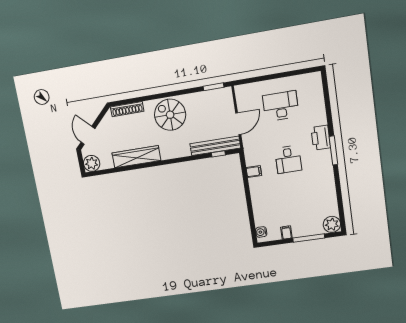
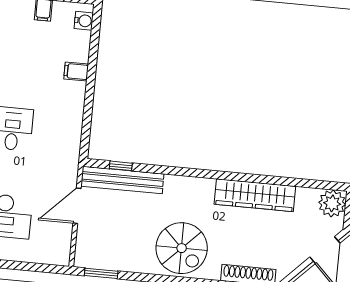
filing cabinet: (254, 172) -> (76, 71), moved

